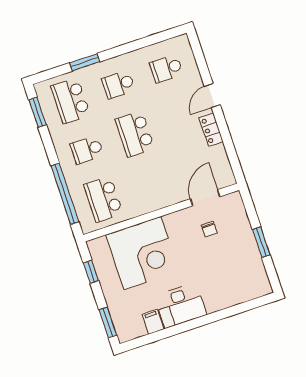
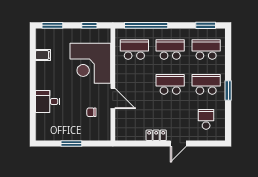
window: (85, 62) -> (228, 91), moved
school desk: (118, 85) -> (206, 84), width x1.85
door: (212, 96) -> (178, 143), swing flipped
school desk: (87, 150) -> (170, 49), width x1.85
door: (205, 198) -> (113, 99), moved
desk: (181, 305) -> (48, 101), moved, width x0.73

